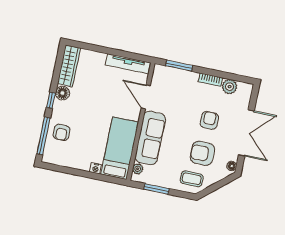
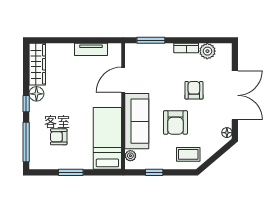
tv unit: (128, 64) -> (91, 49), width x0.71
door: (146, 97) -> (123, 80), hinge flipped
armchair: (62, 132) -> (59, 137), moved, turned 90
armchair: (202, 153) -> (175, 122), moved, turned -90
nightstand: (96, 168) -> (87, 164), removed
window: (79, 173) -> (71, 172), added
window: (156, 189) -> (154, 172), width x0.67

